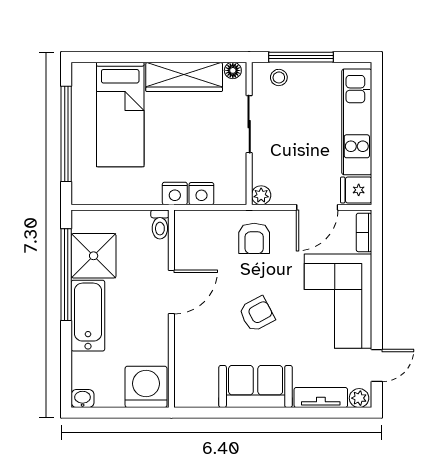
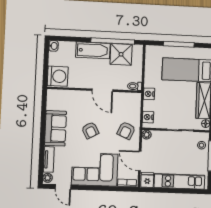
window: (66, 134) -> (179, 44), width x0.68
nightstand: (201, 194) -> (148, 117), moved
armchair: (254, 238) -> (126, 130), turned -66

